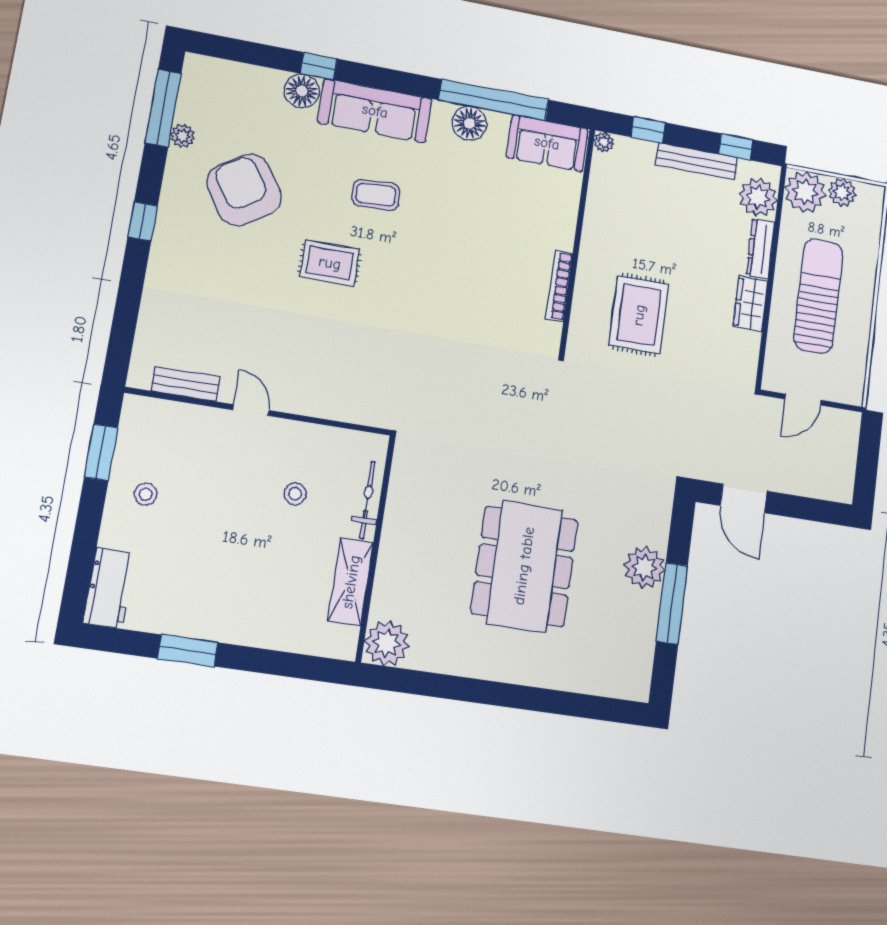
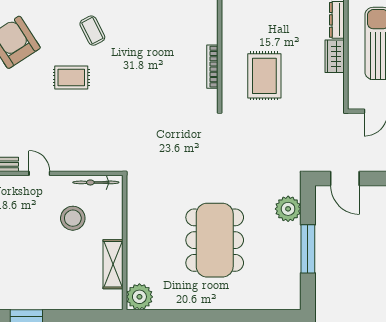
coffee table: (376, 195) -> (92, 31), turned 66
stool: (295, 494) -> (73, 218), width x1.89, depth x1.89
bicycle: (367, 500) -> (96, 182), moved, turned -90
plant: (645, 567) -> (288, 209), moved

